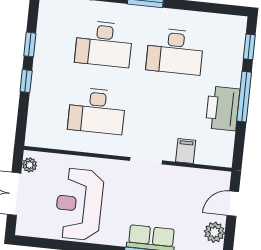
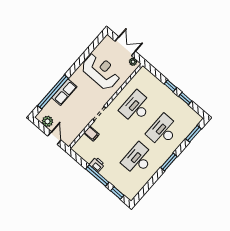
printer: (223, 108) -> (97, 165), width x0.53, depth x0.68

